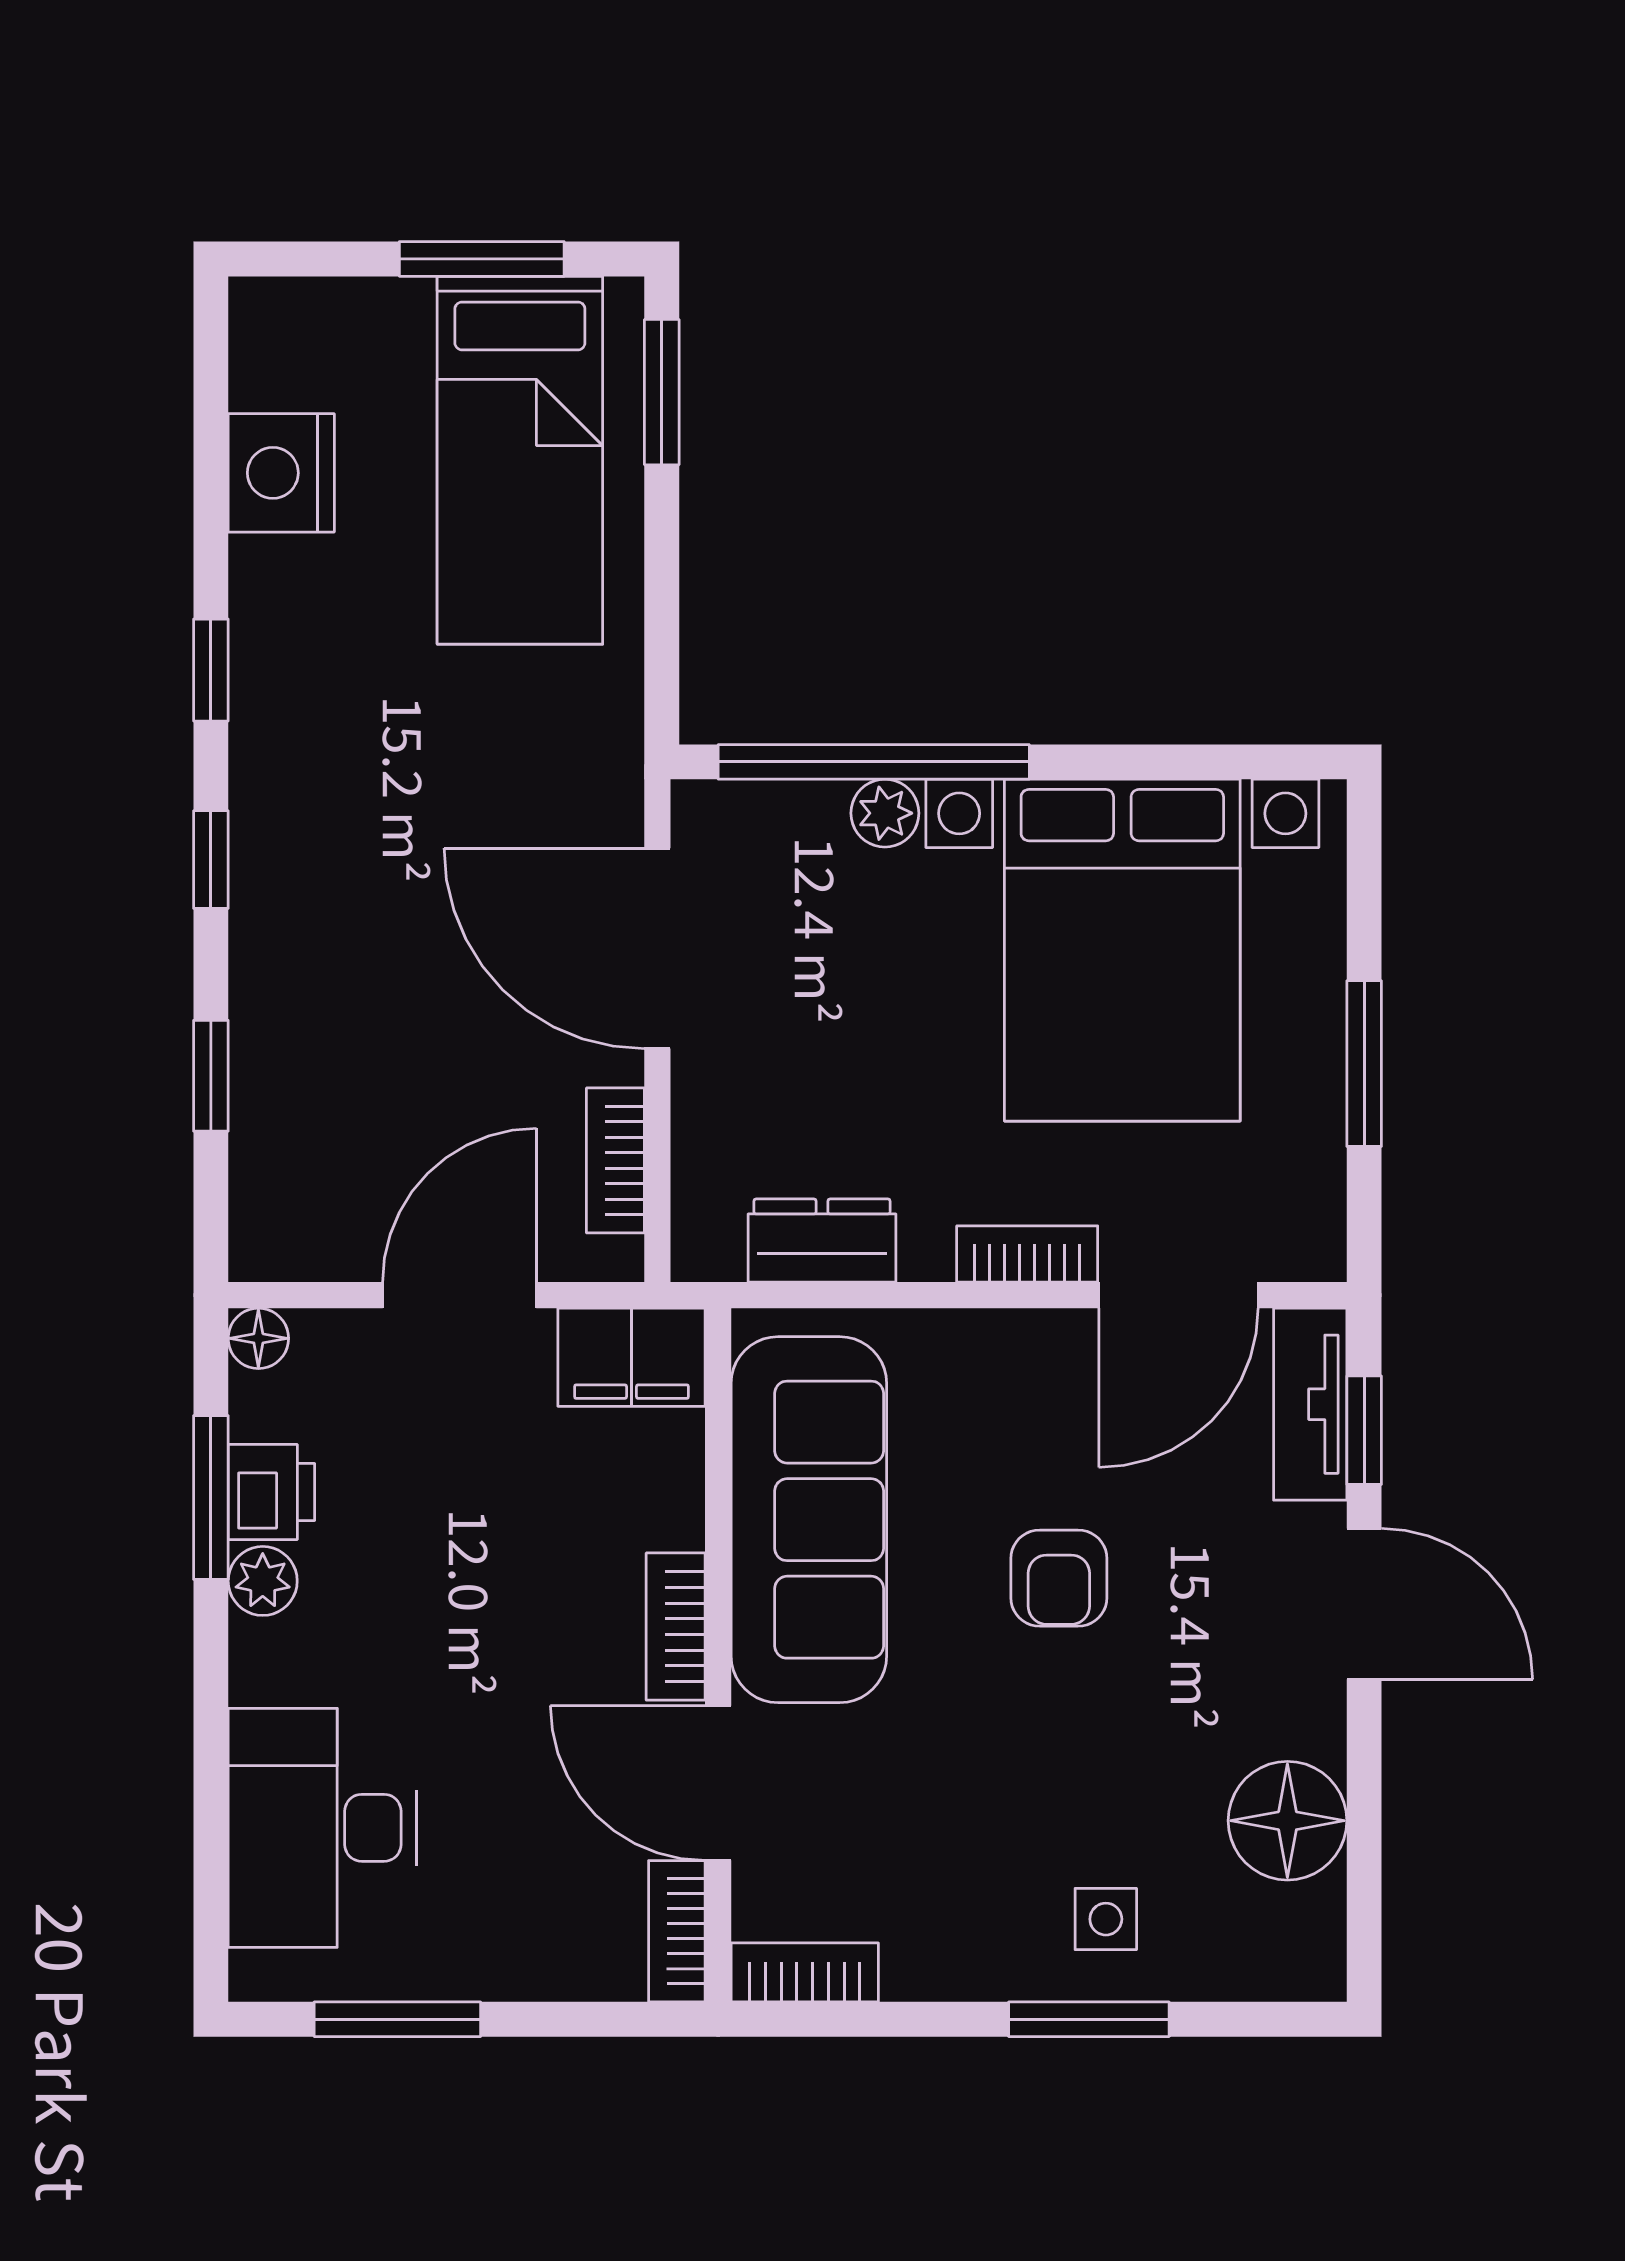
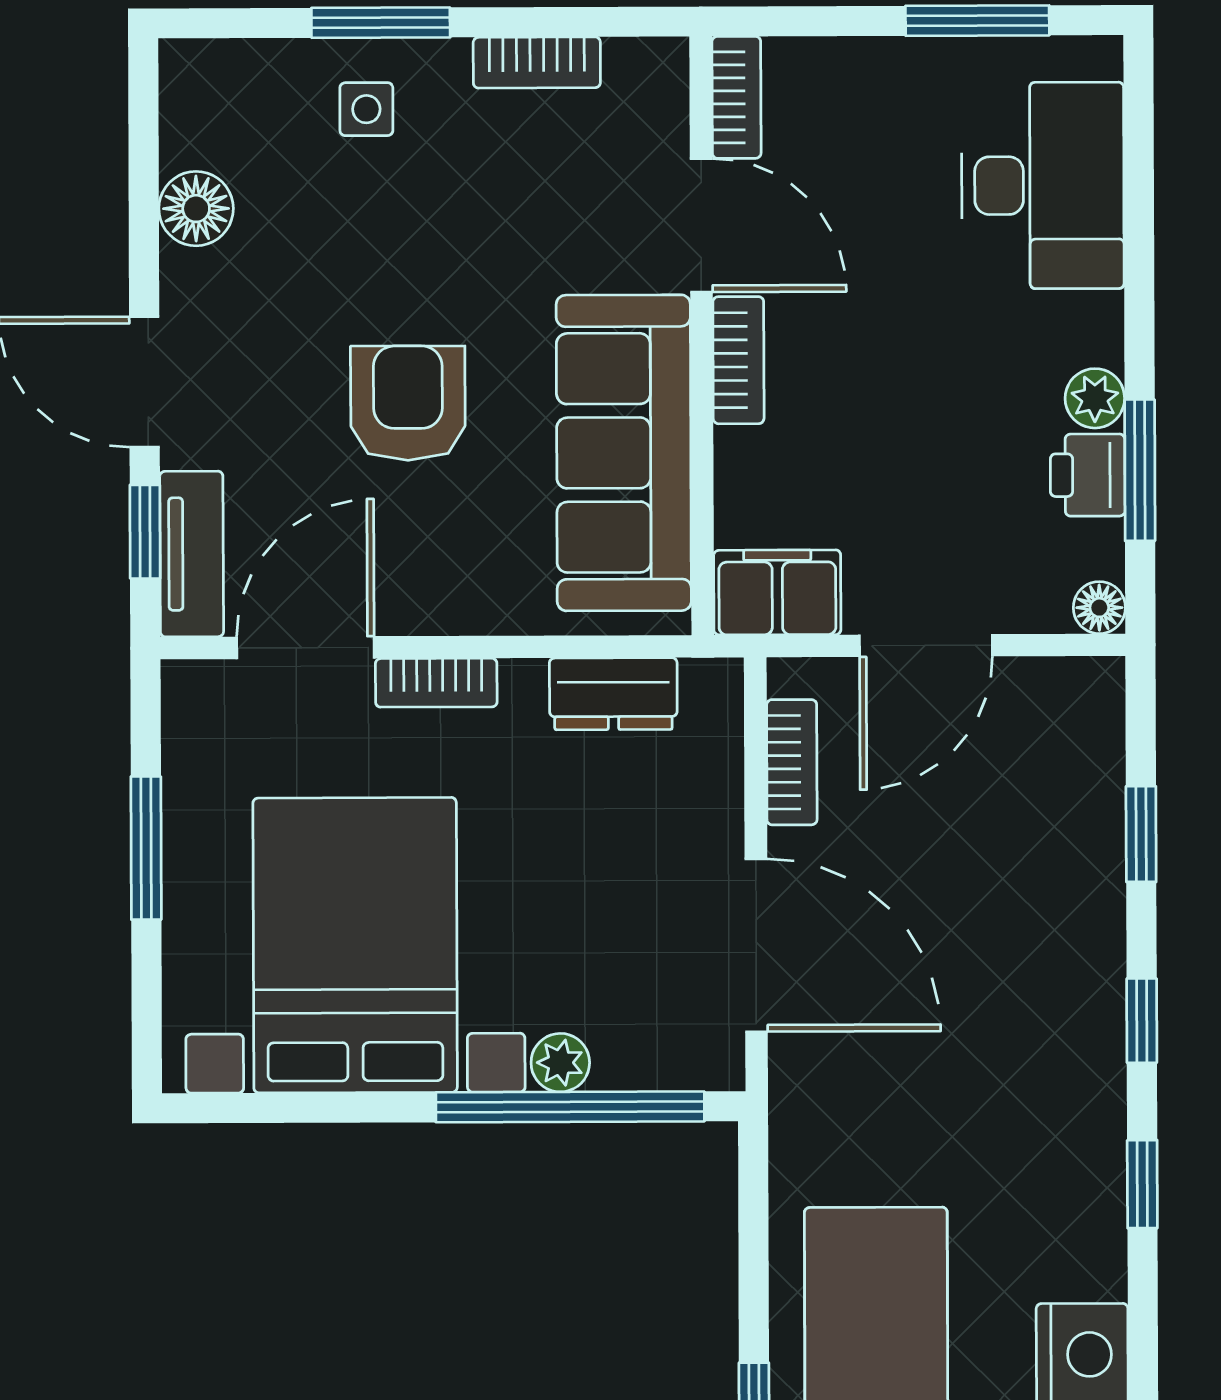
armchair: (1059, 1578) -> (408, 403), width x1.38, depth x1.38
floor lamp: (1287, 1821) -> (196, 209), width x0.73, depth x0.73
bookcase: (805, 1972) -> (537, 62), moved

